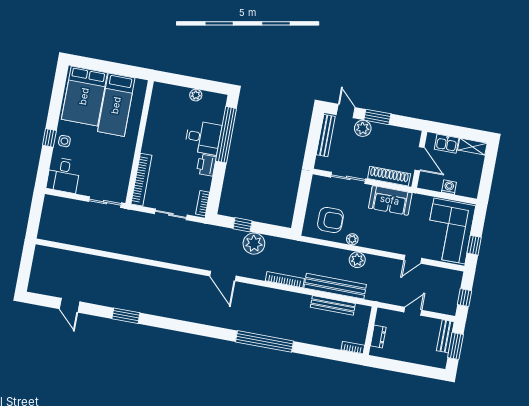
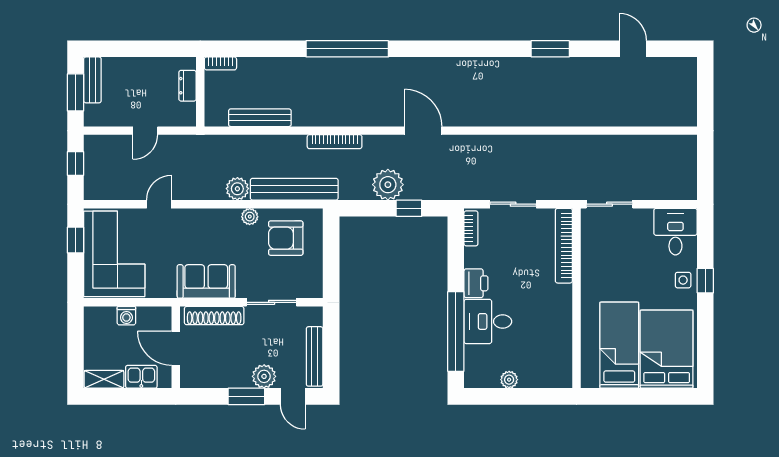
bench: (335, 286) -> (294, 189), moved
bench: (445, 336) -> (92, 80), moved

